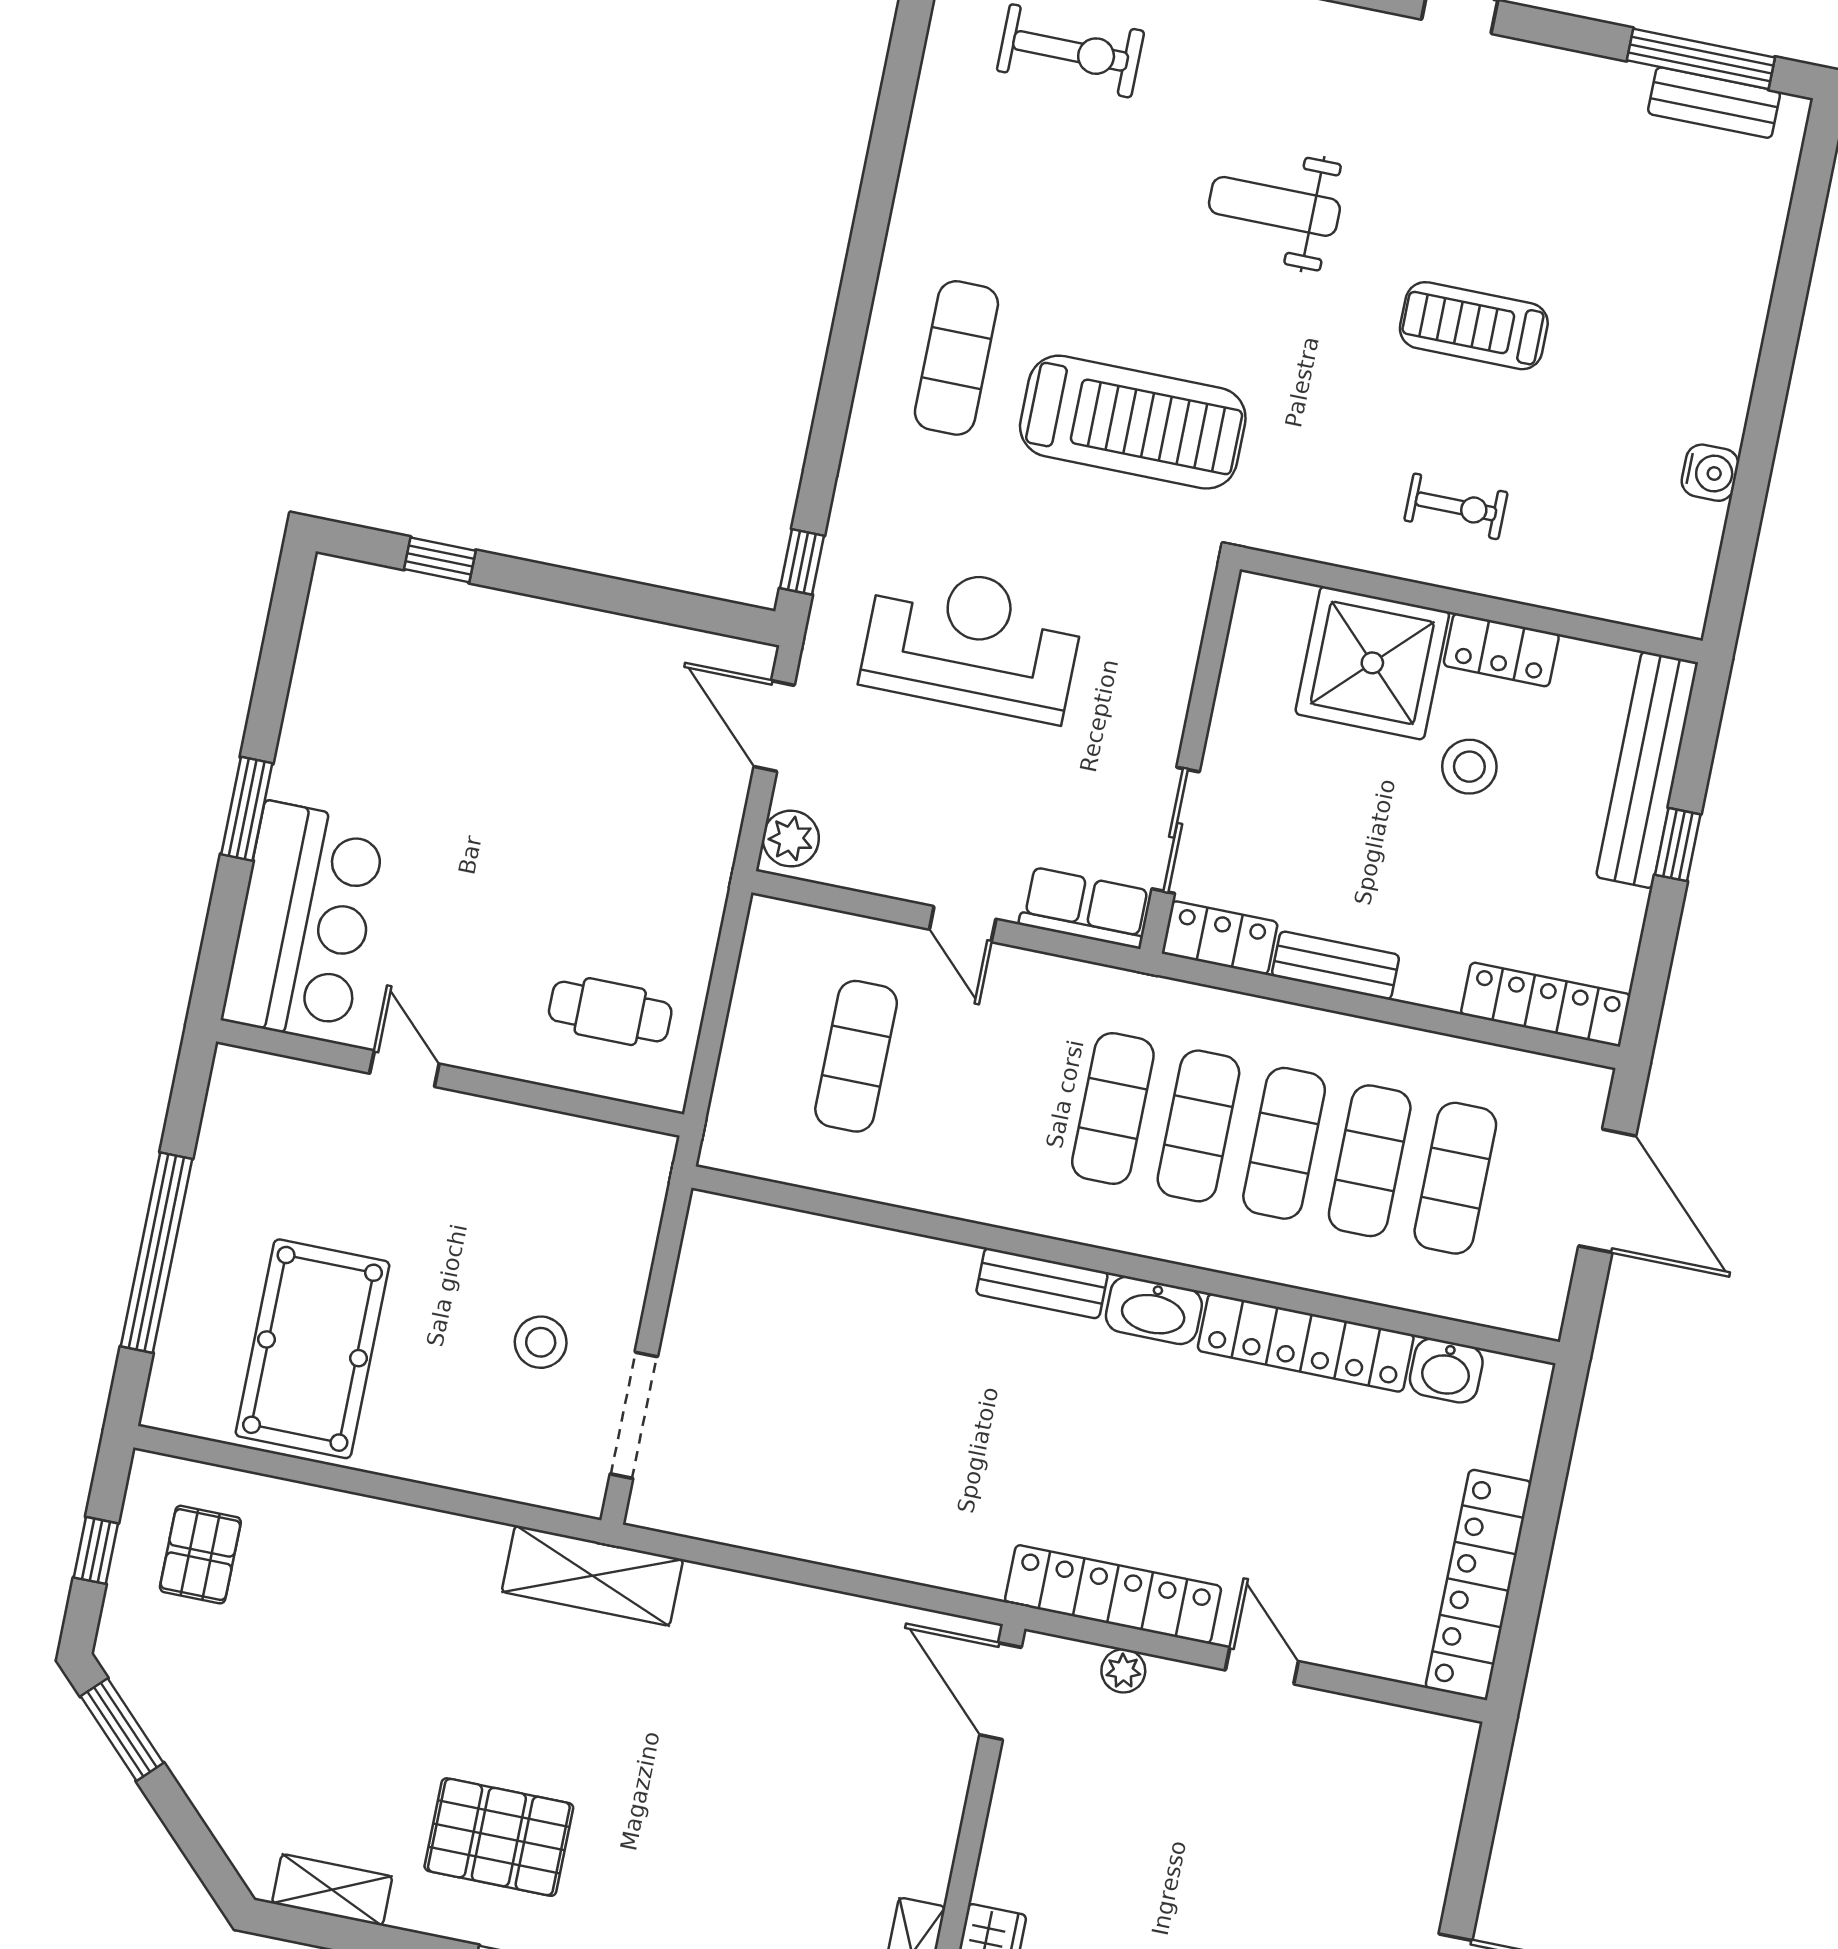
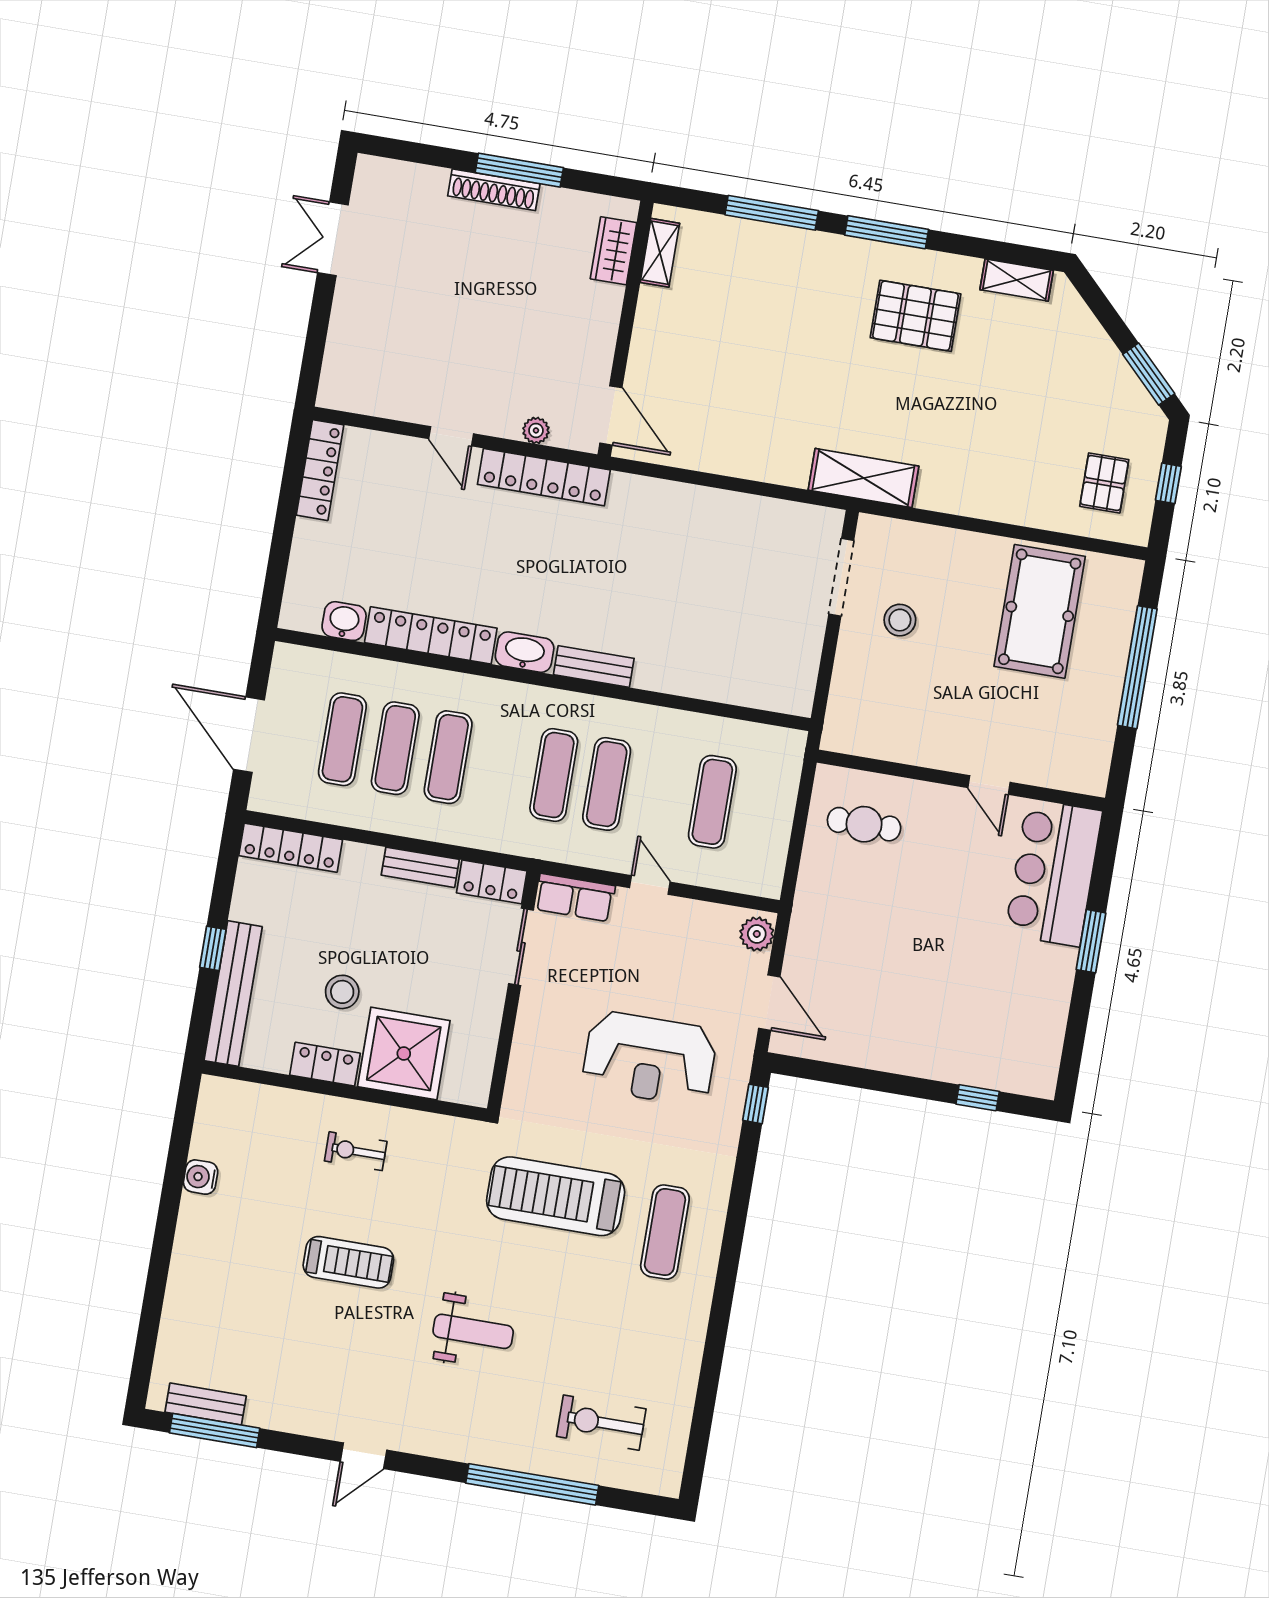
exercise mat: (1198, 1126) -> (607, 784), moved
locker: (1478, 1585) -> (320, 470), width x0.71, depth x0.83

